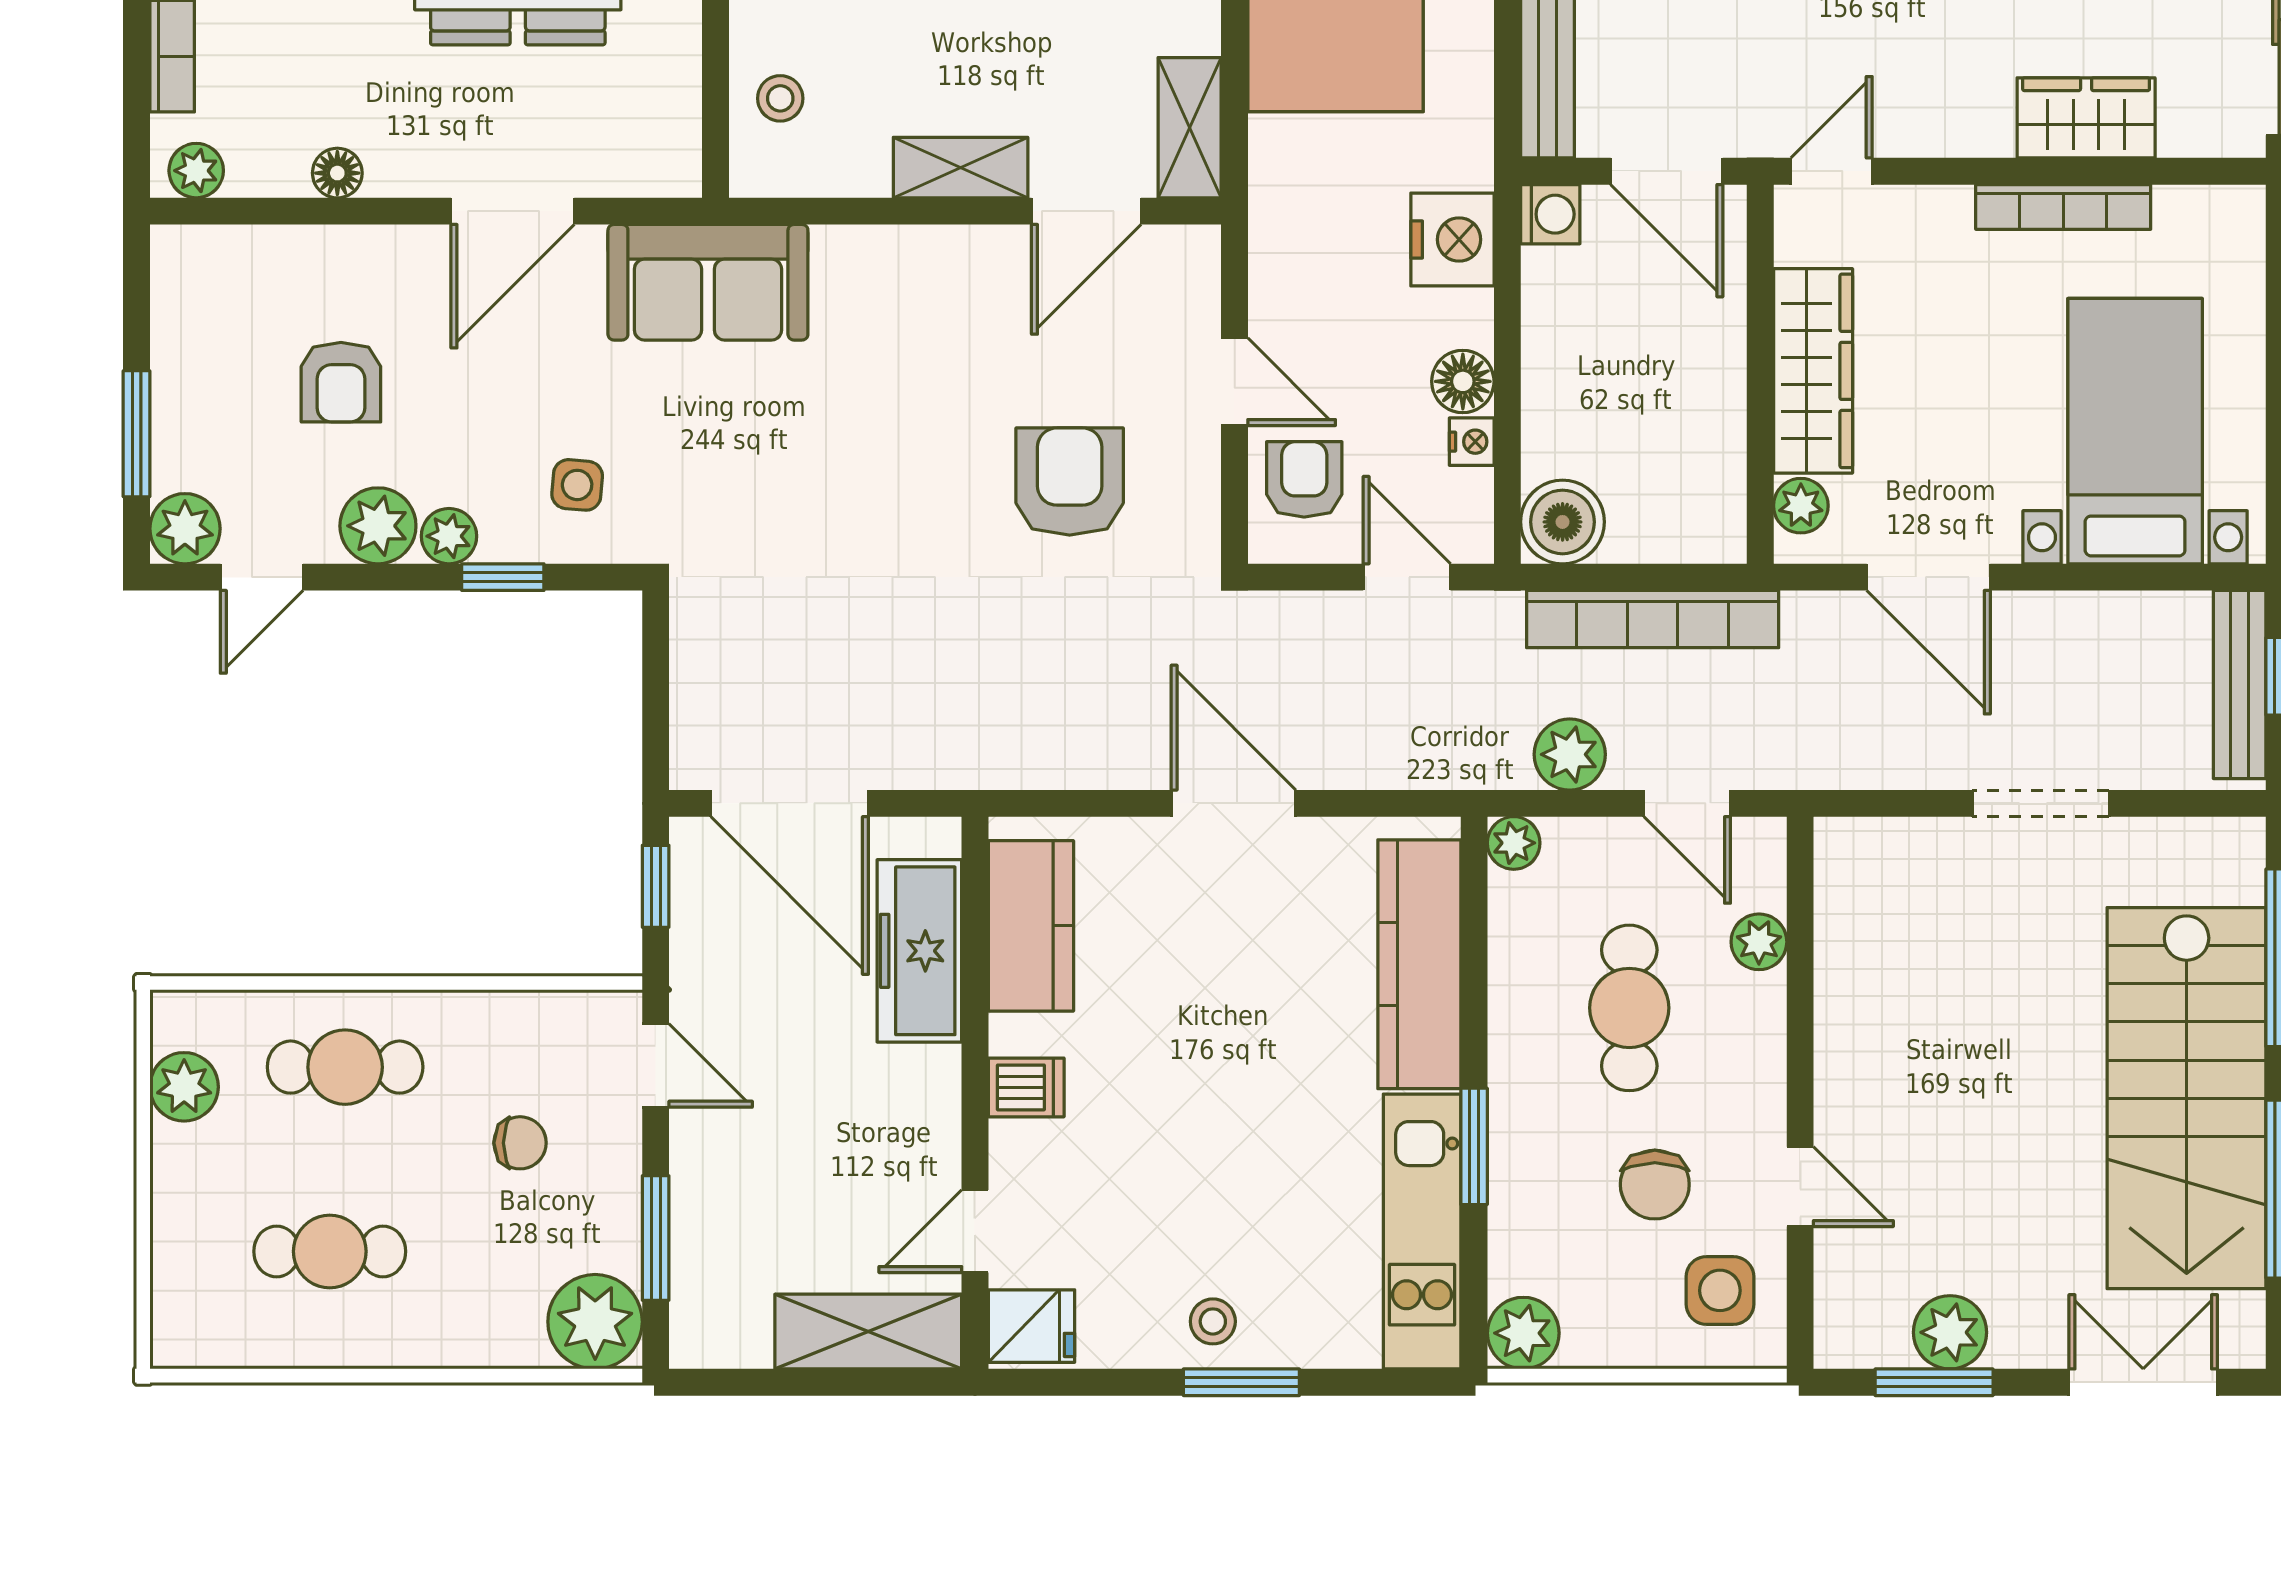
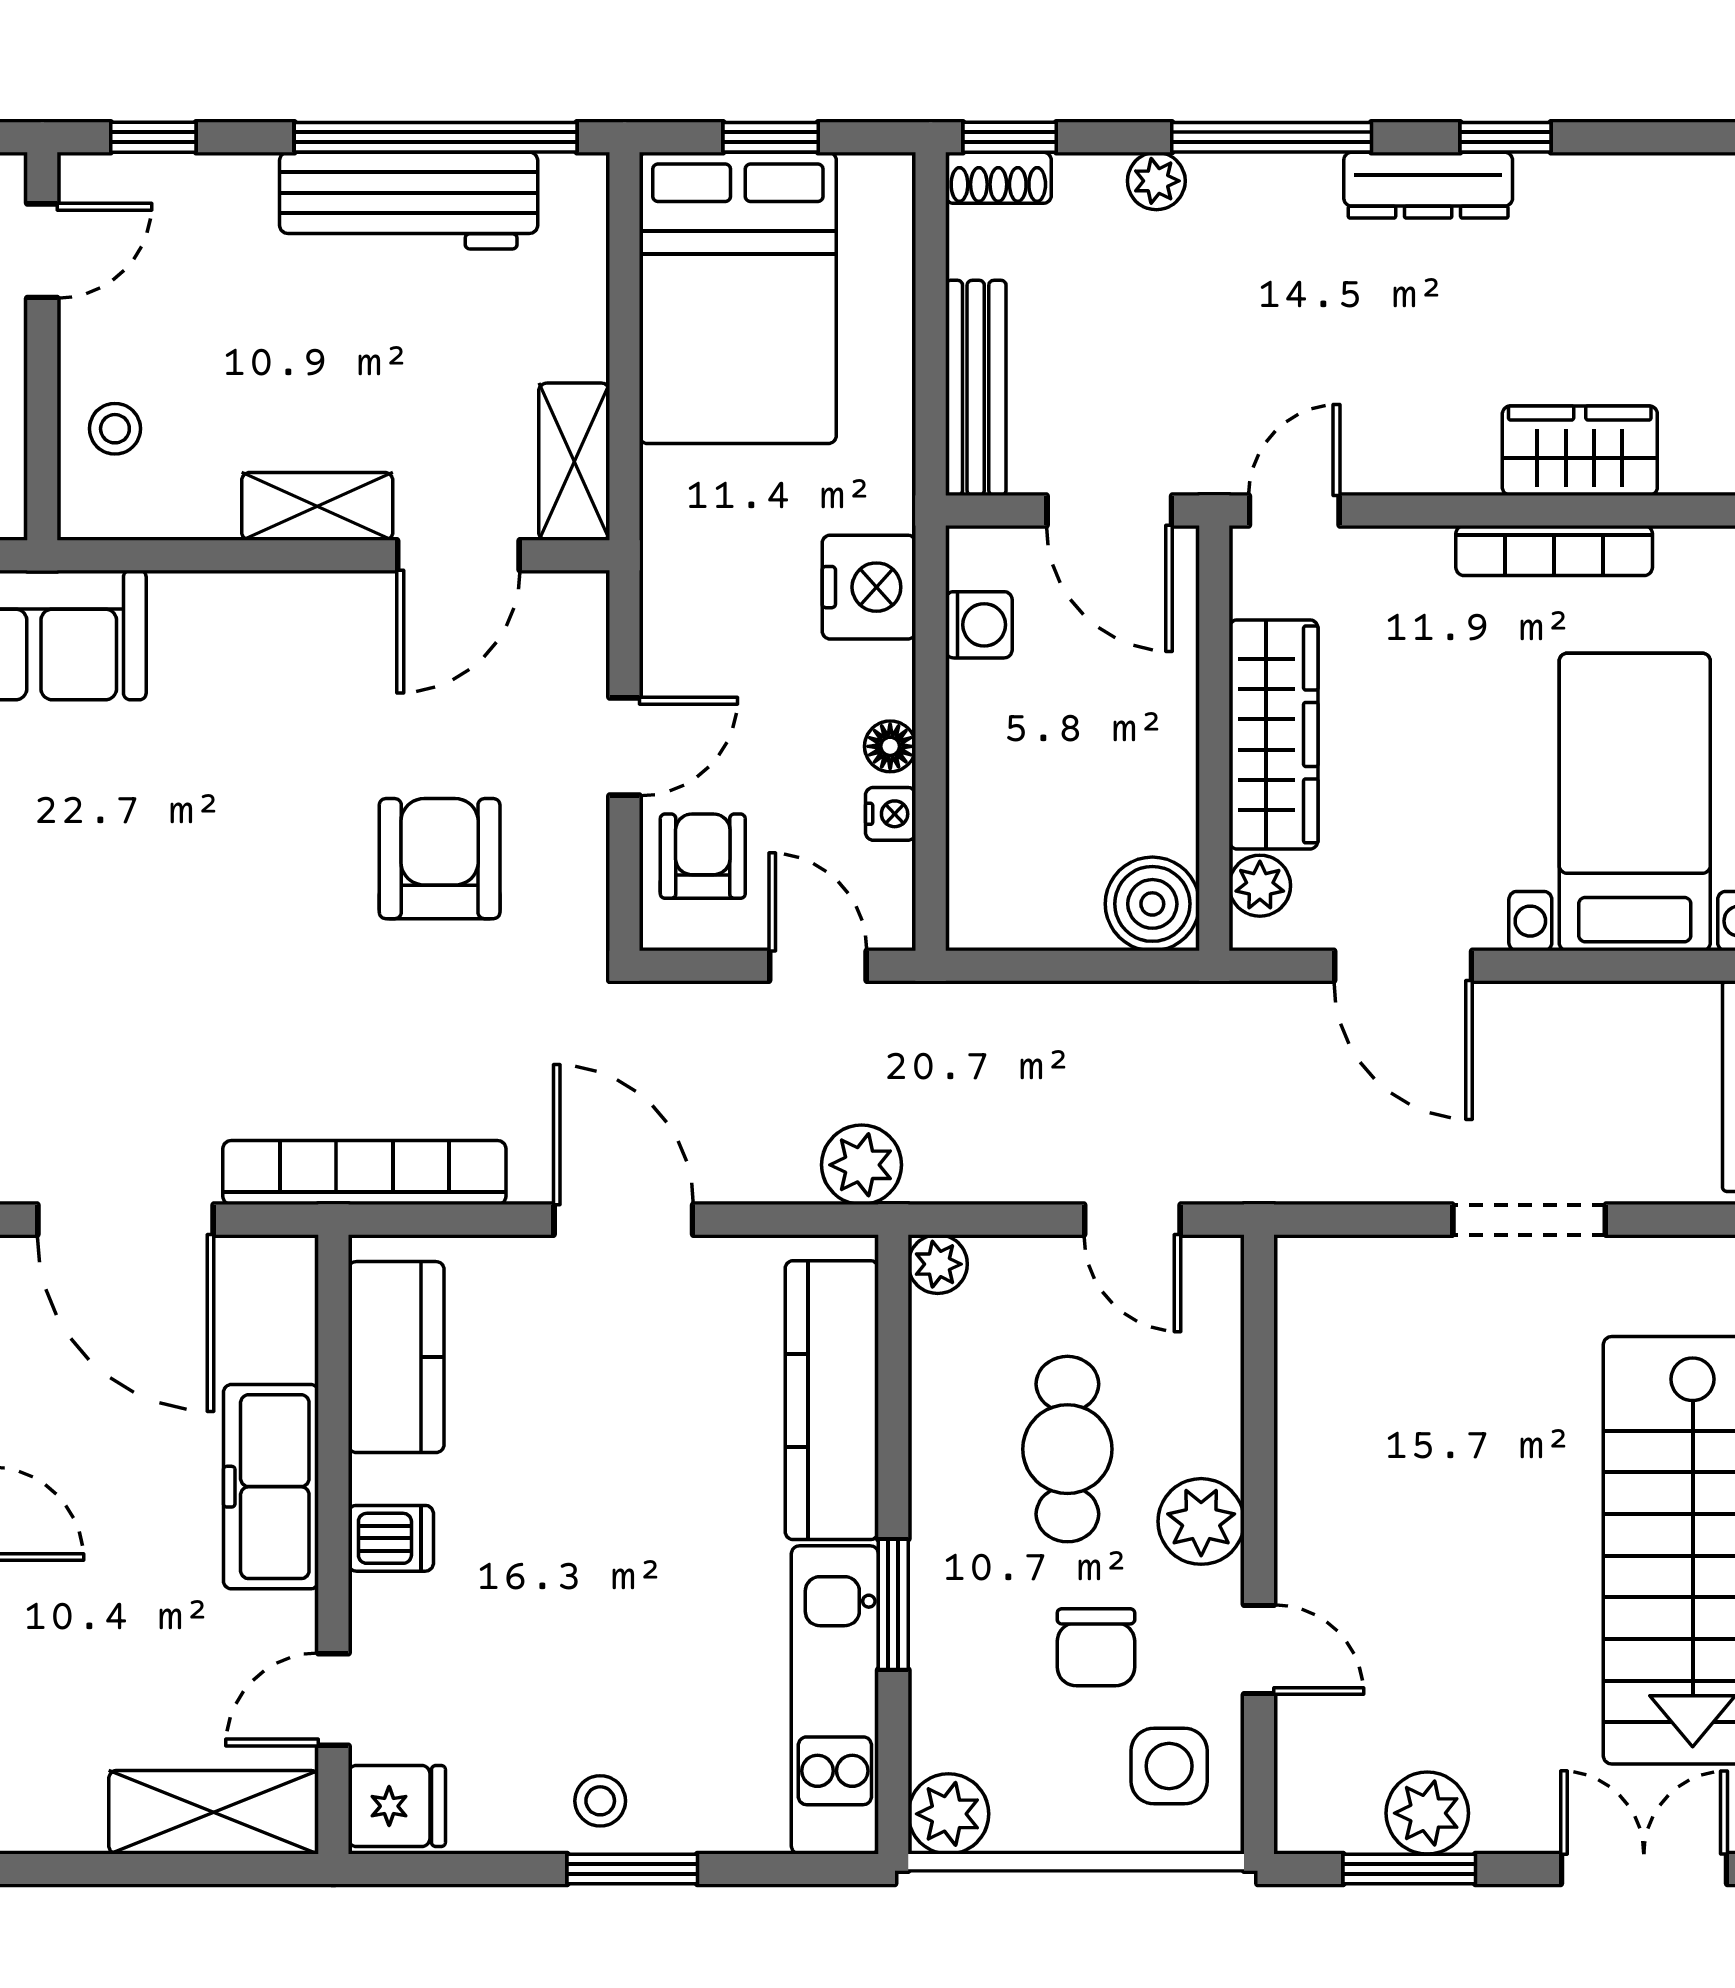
washing machine: (1550, 214) -> (979, 625), moved
floor lamp: (1463, 381) -> (890, 746), width x0.73, depth x0.73
door: (1235, 382) -> (625, 747), hinge flipped
boiler: (1563, 522) -> (1152, 904), moved
bookcase: (1653, 619) -> (364, 1173), moved, turned 180
plant: (1570, 754) -> (862, 1165), moved
plant: (1759, 942) -> (1201, 1521), moved, width x1.38, depth x1.38
freezer: (919, 951) -> (271, 1487), moved

